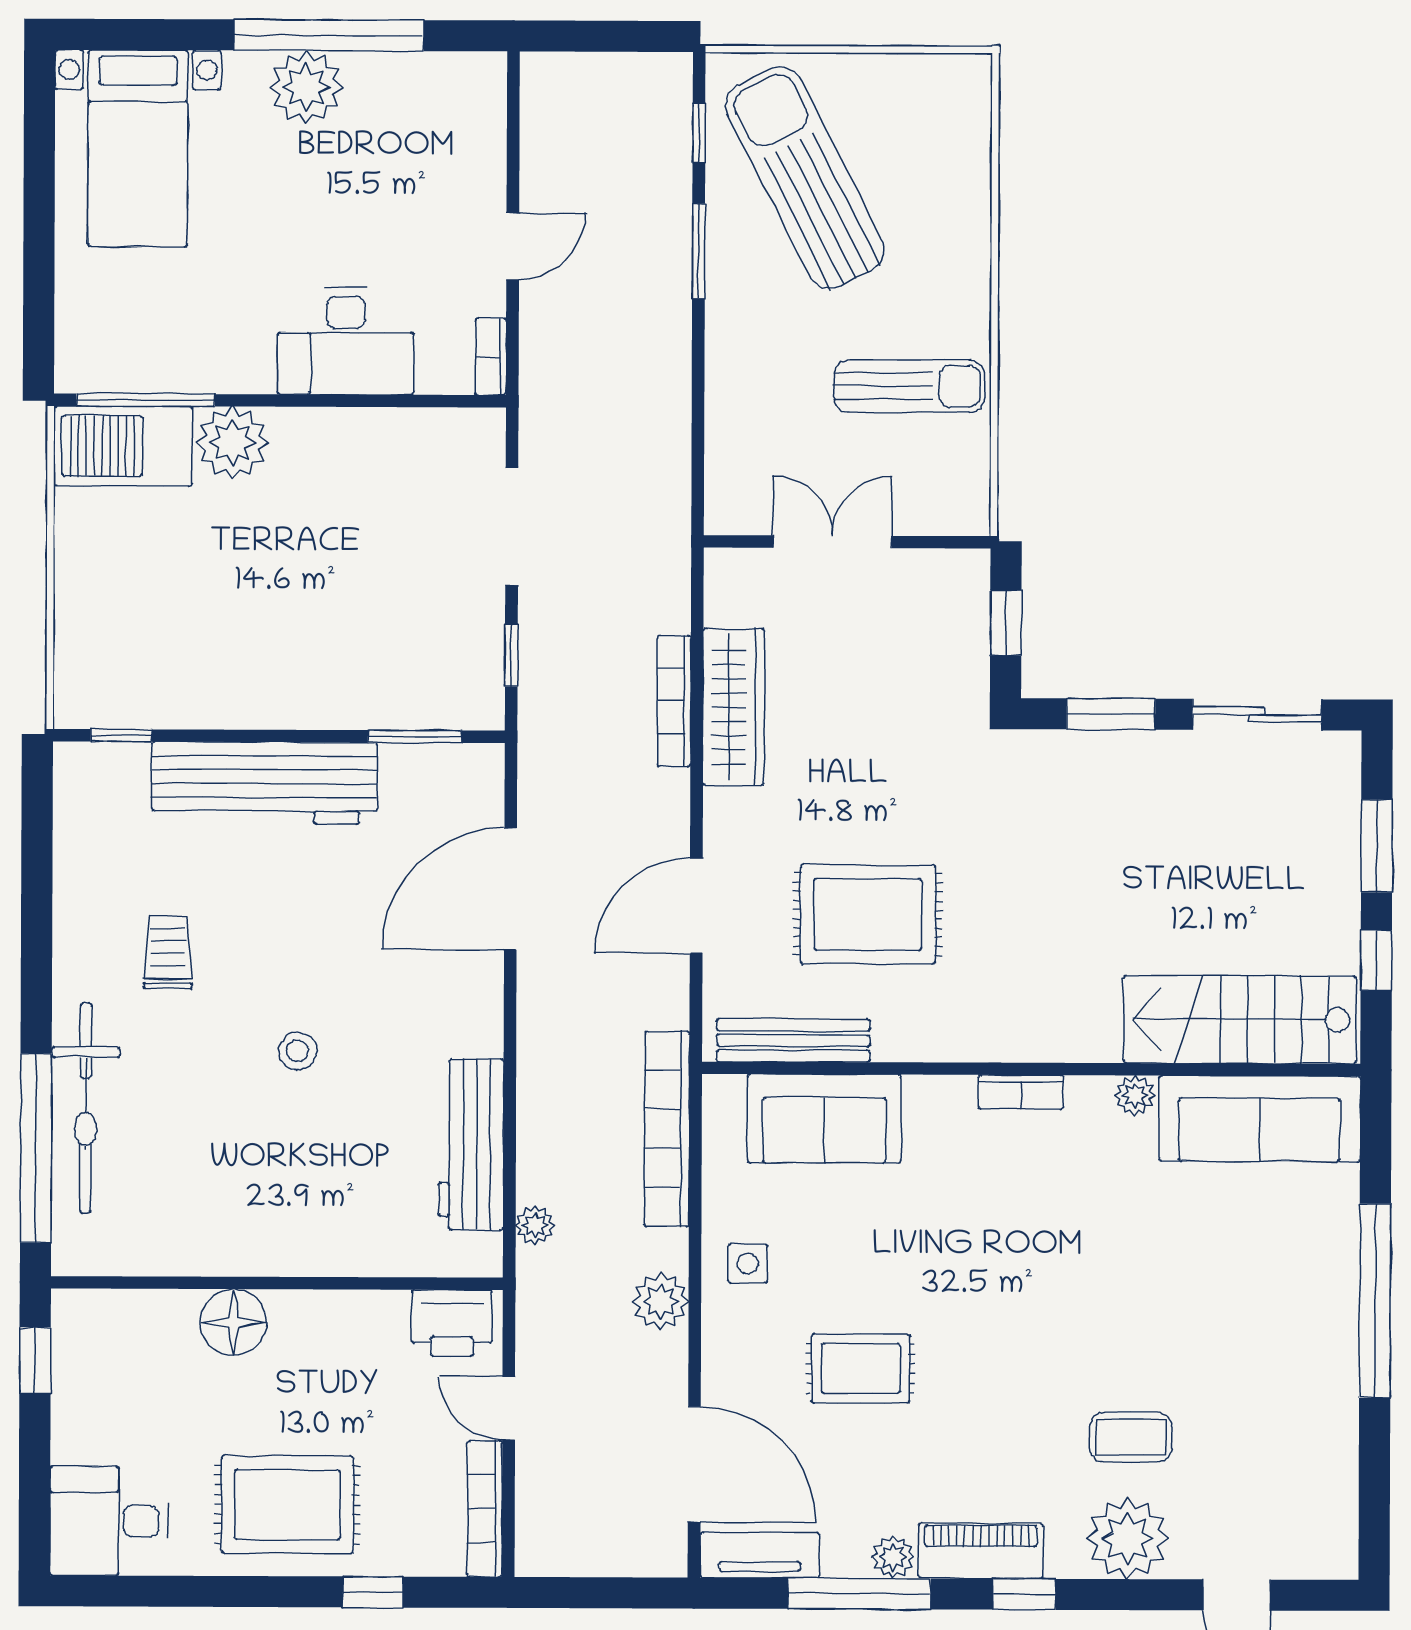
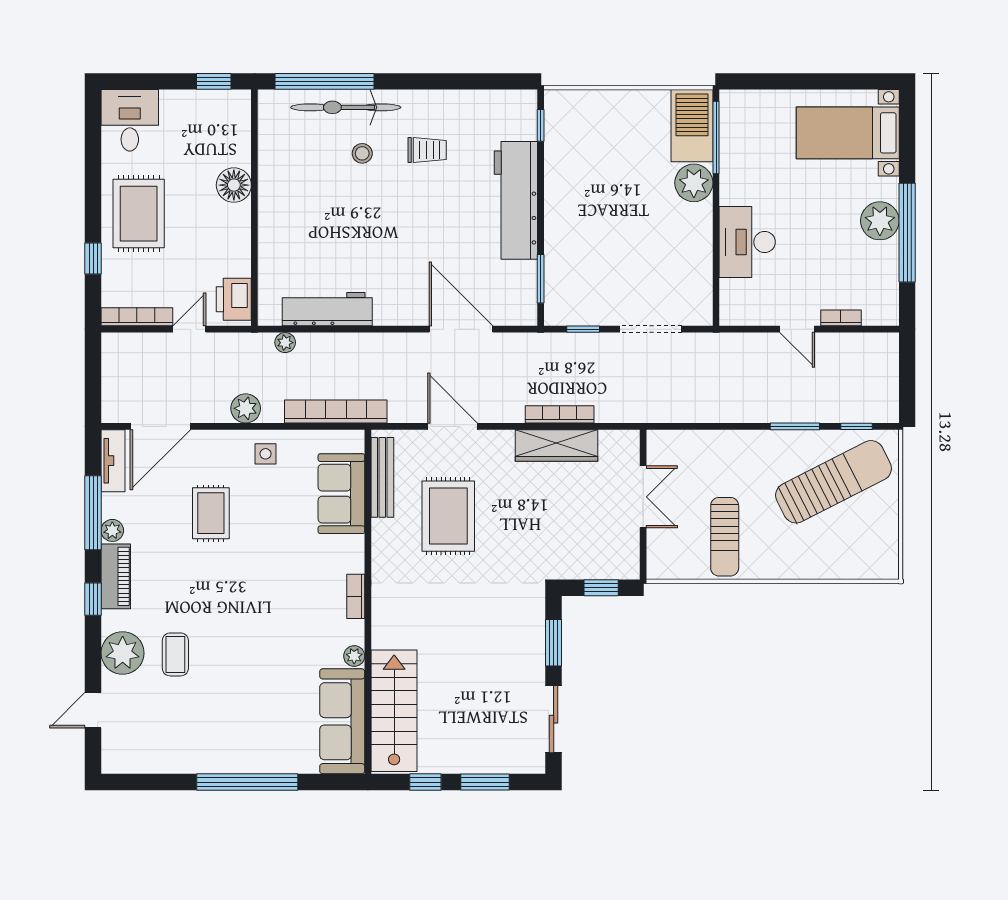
bookcase: (491, 357) -> (841, 318), moved
stool: (297, 1051) -> (362, 153), moved

